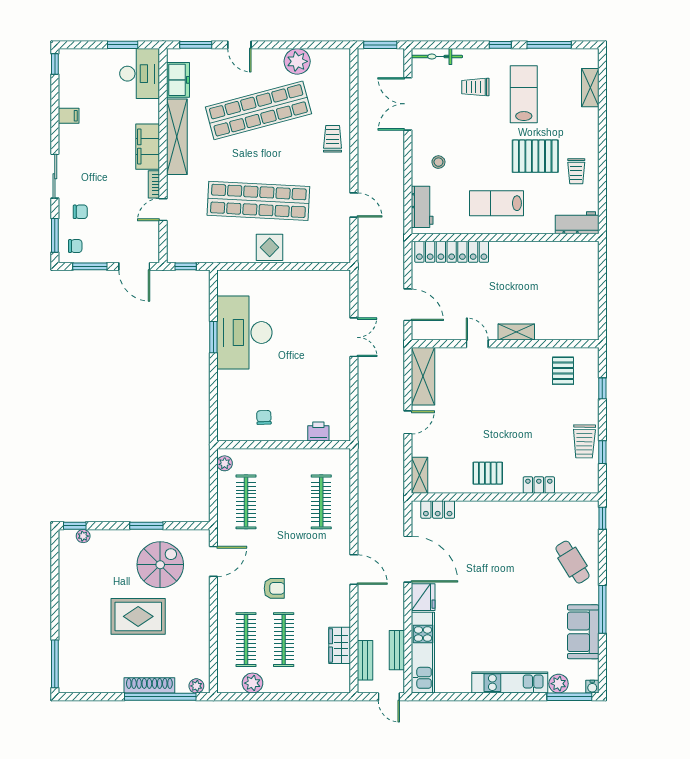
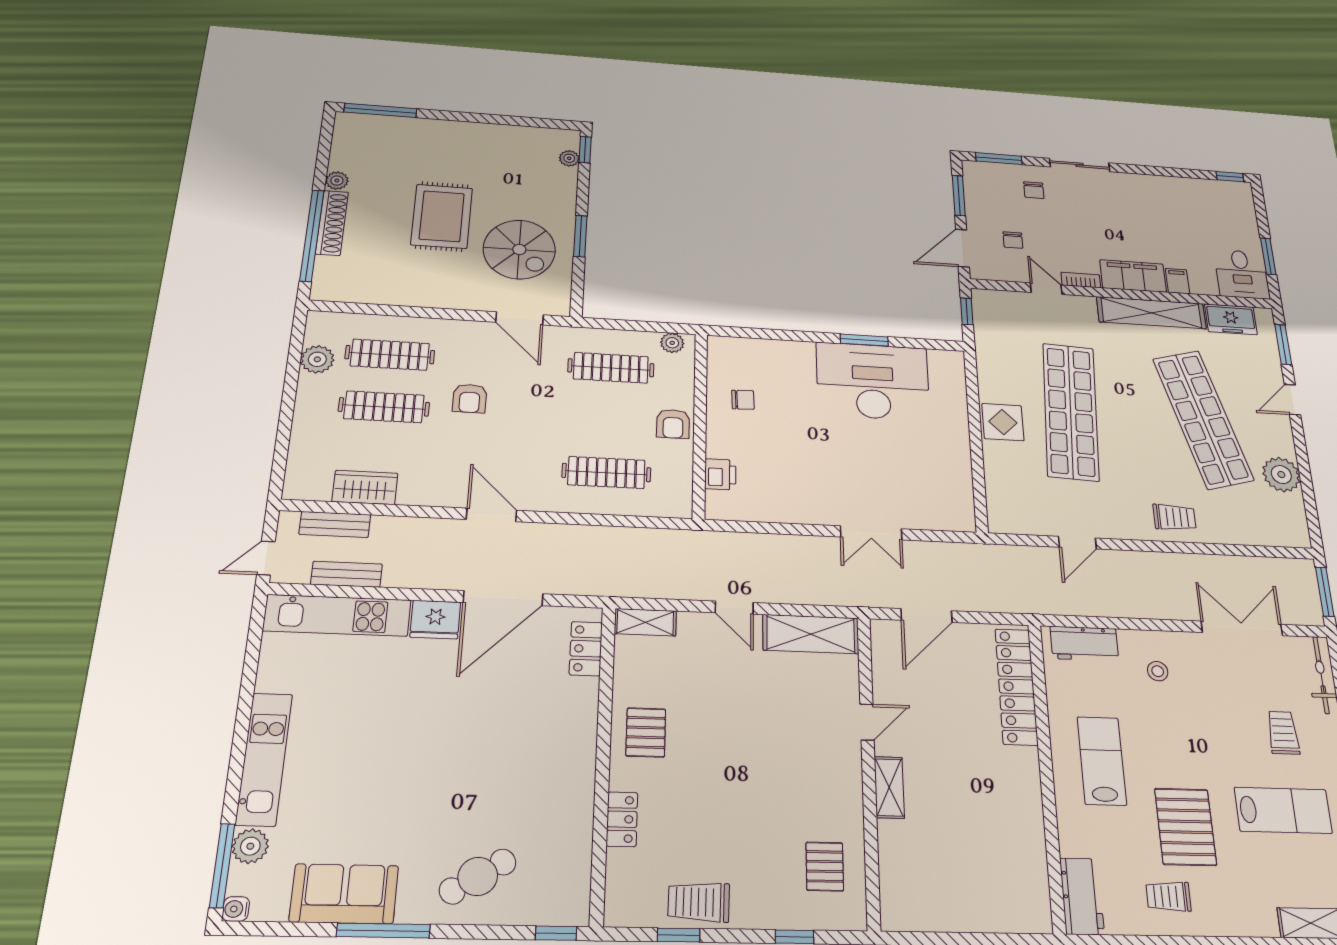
desk: (140, 74) -> (1242, 274), width x0.73
filing cabinet: (69, 116) -> (1178, 281), moved, turned 180
chair: (75, 246) -> (1013, 240), moved
pallet: (563, 371) -> (825, 866), turned 90
armchair: (284, 462) -> (673, 424), added
door: (354, 570) -> (492, 515), swing flipped
plant: (196, 686) -> (337, 181), moved

